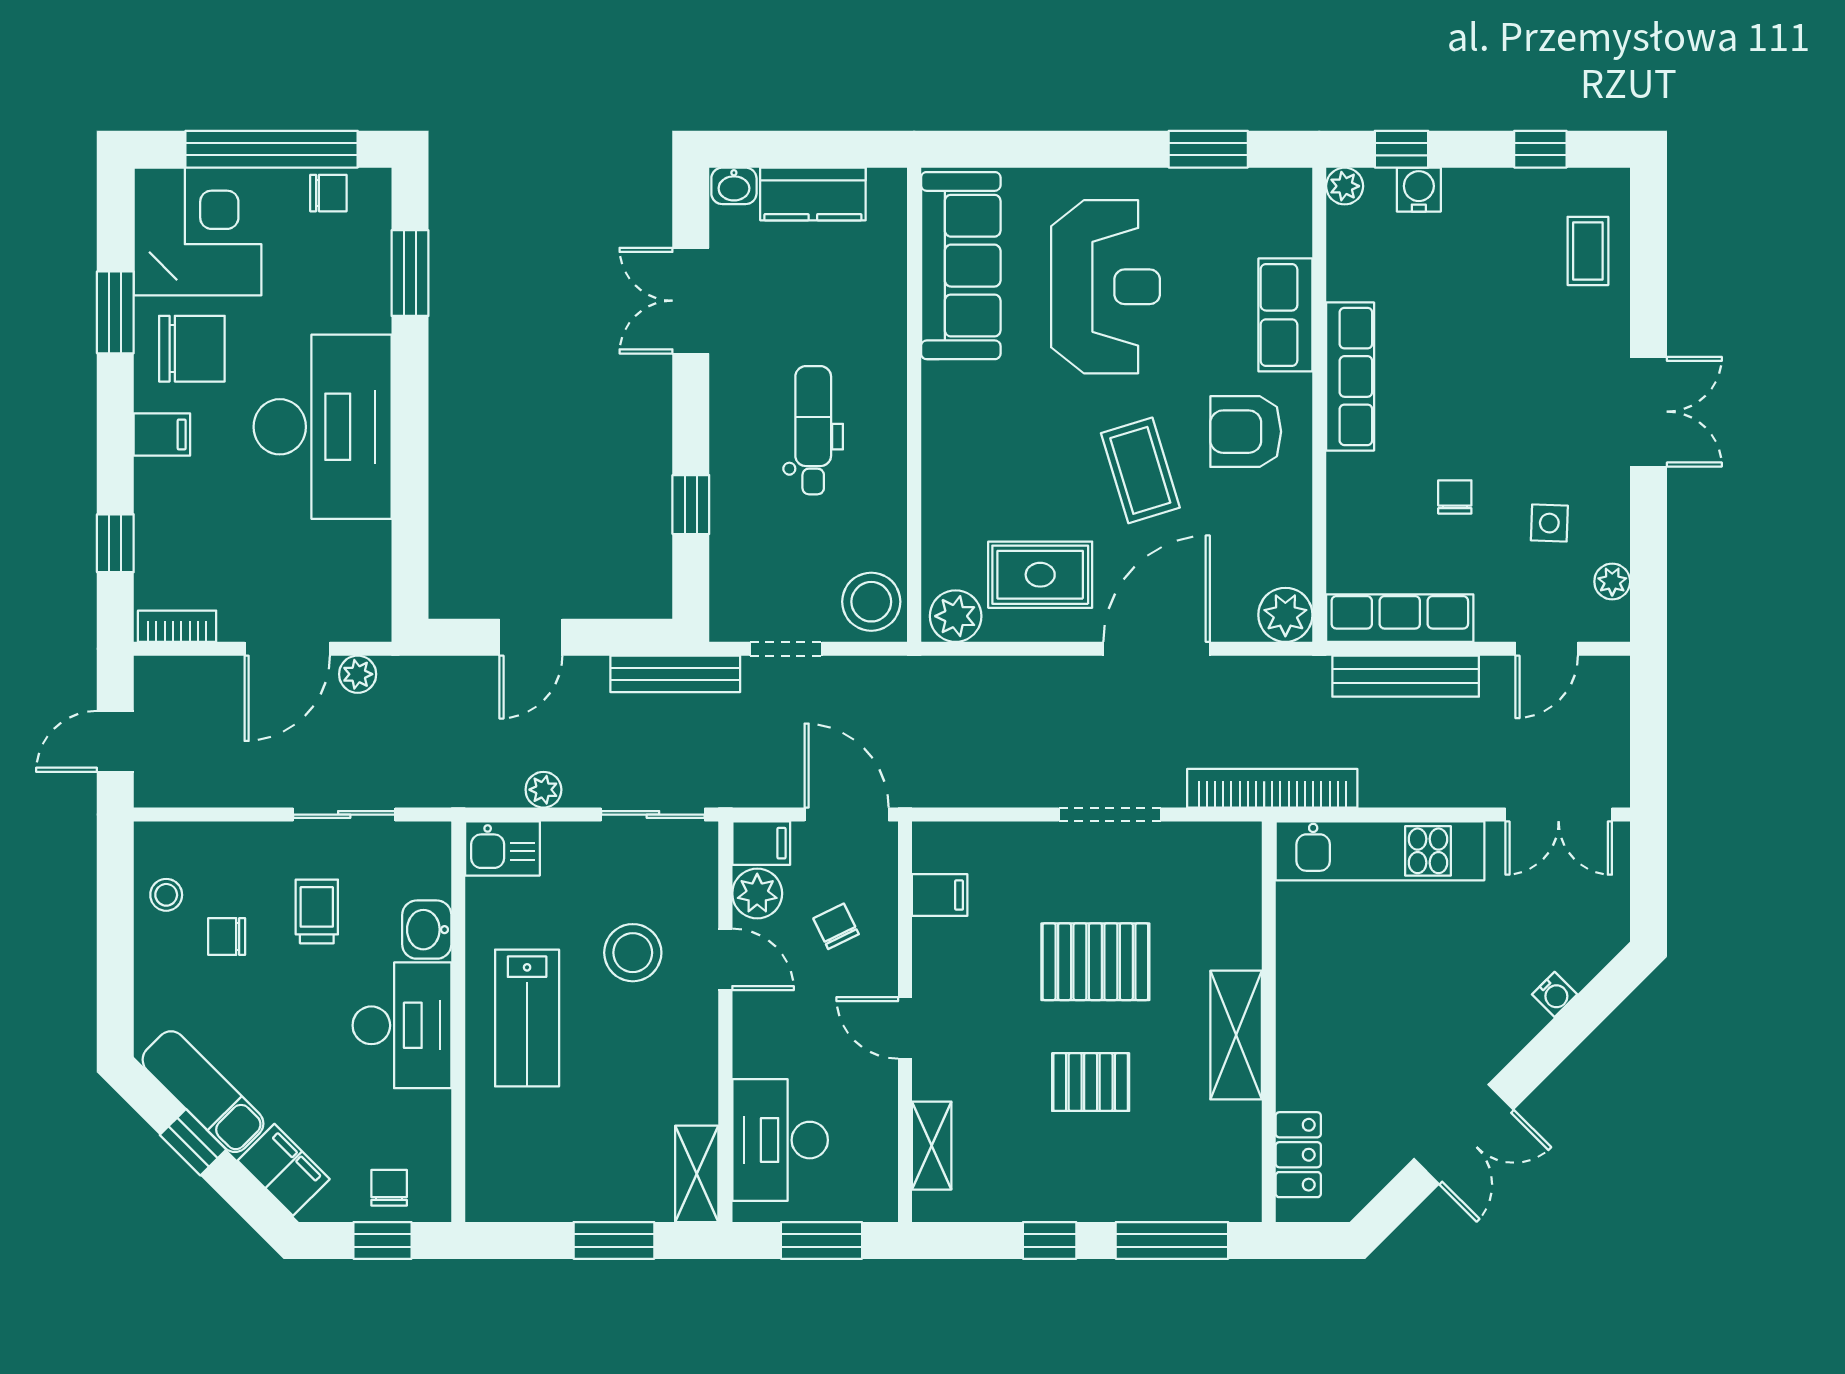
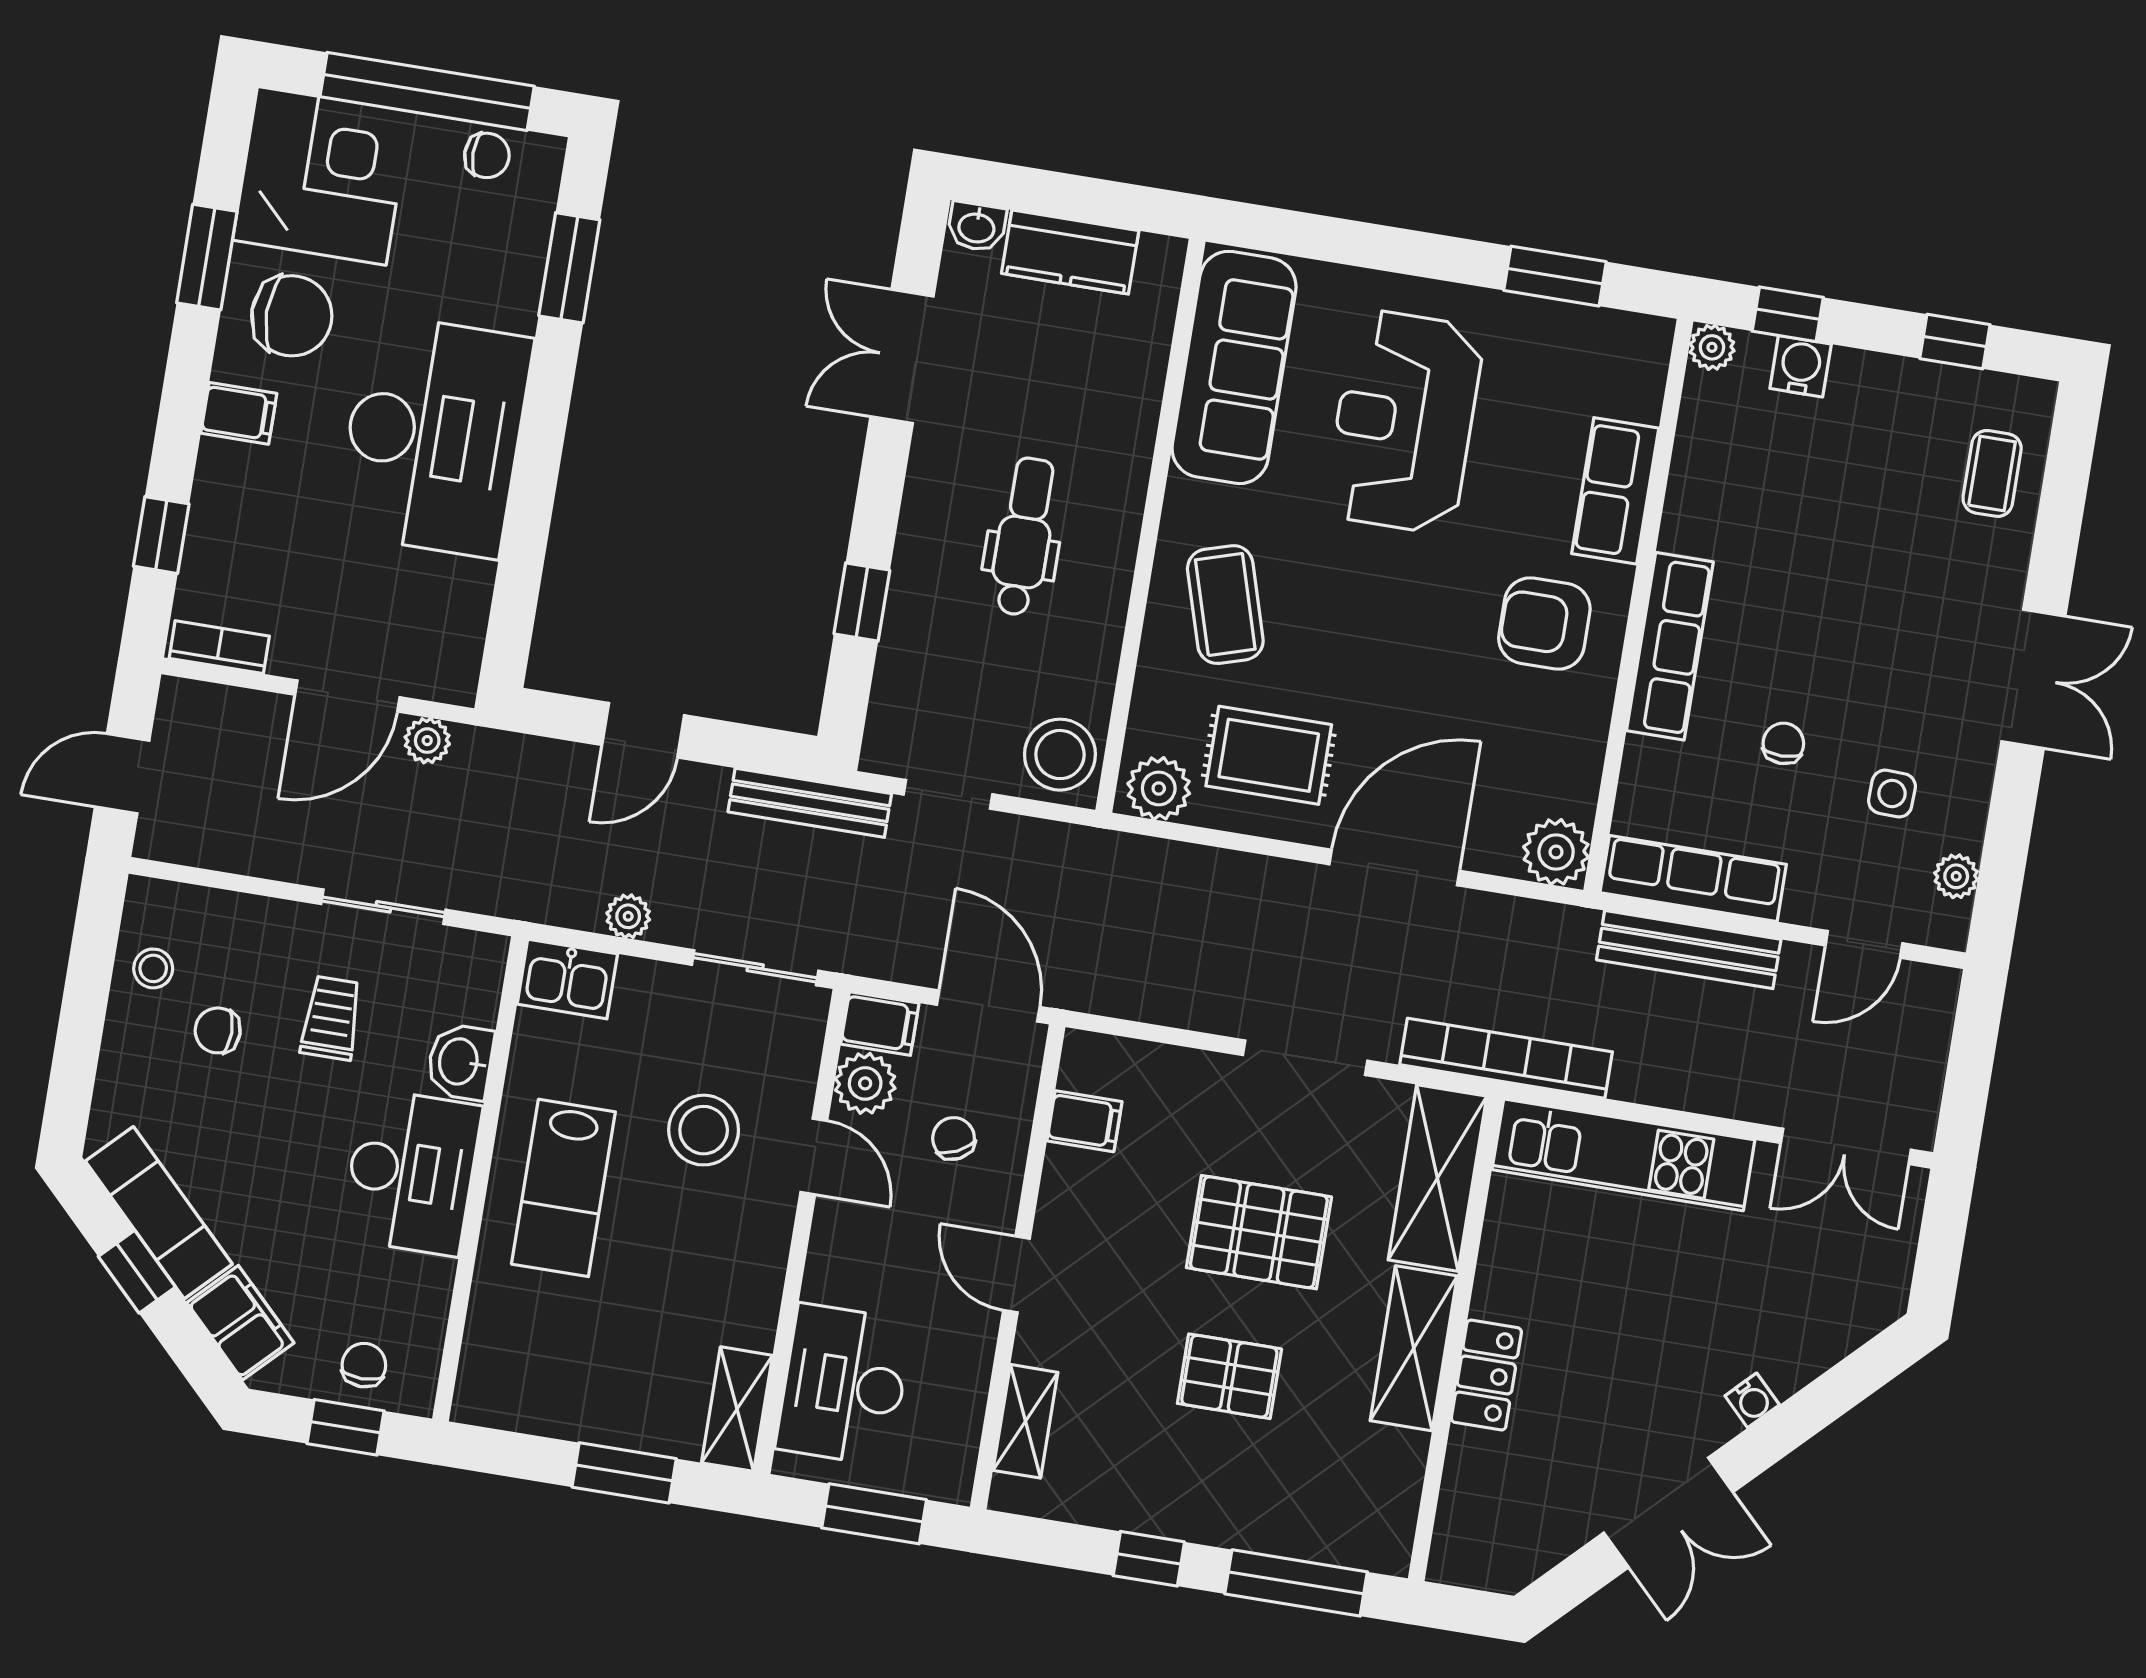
reception desk: (1106, 287) -> (1404, 422), turned 180
row of seats: (1350, 376) -> (1670, 646), moved
coffee table: (1140, 470) -> (1225, 605), moved
shelving: (1233, 894) -> (1437, 1178), added
water cooler: (1555, 994) -> (1752, 1400), moved
locker: (1298, 1155) -> (1486, 1375), moved

